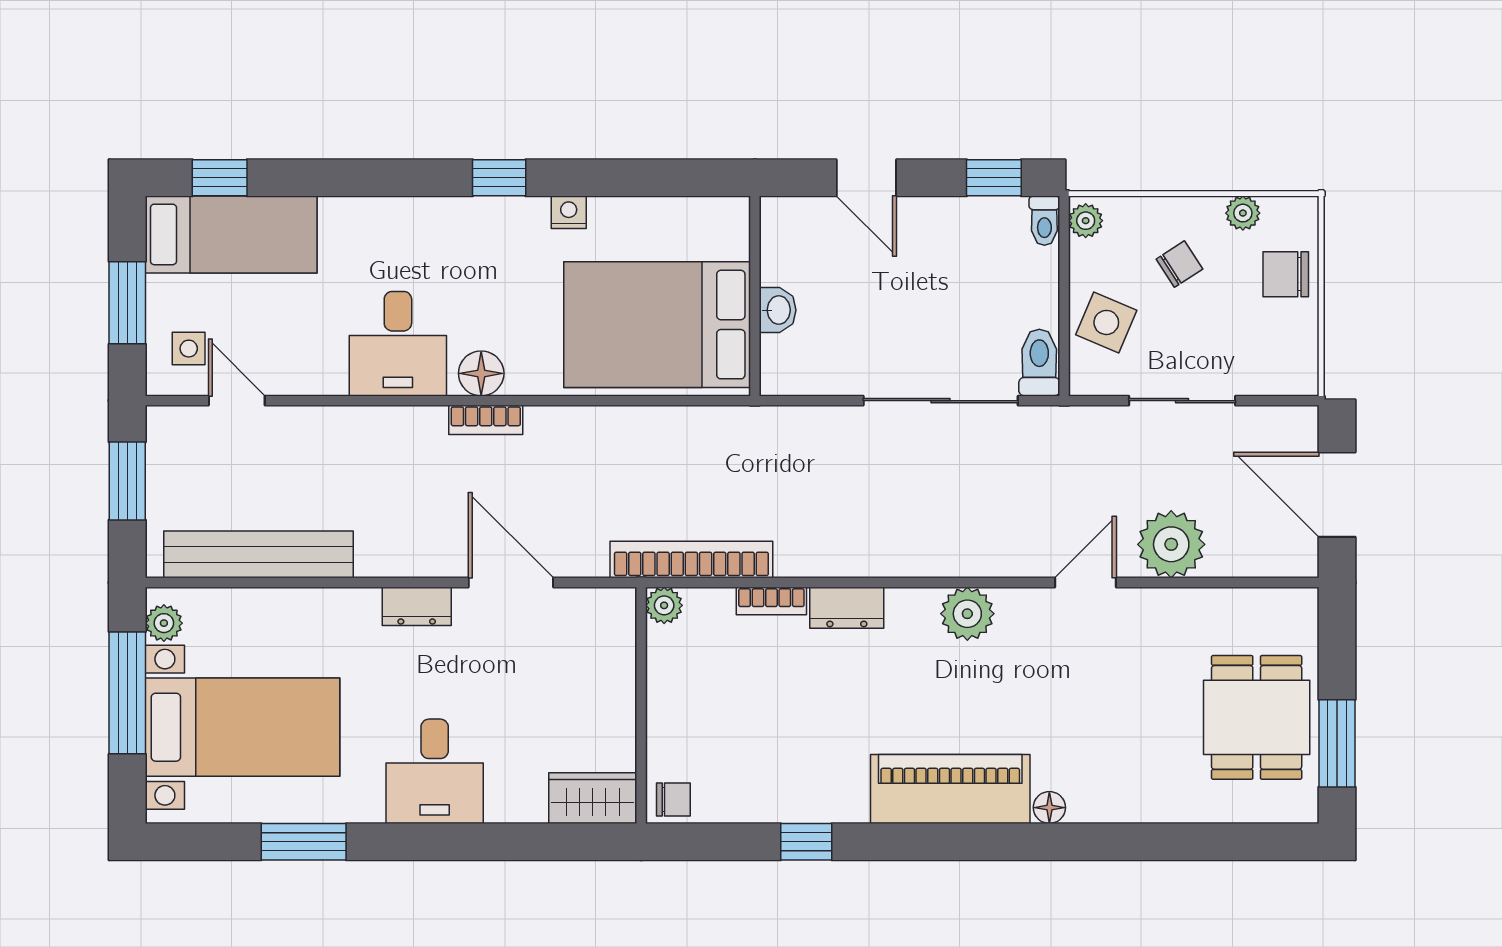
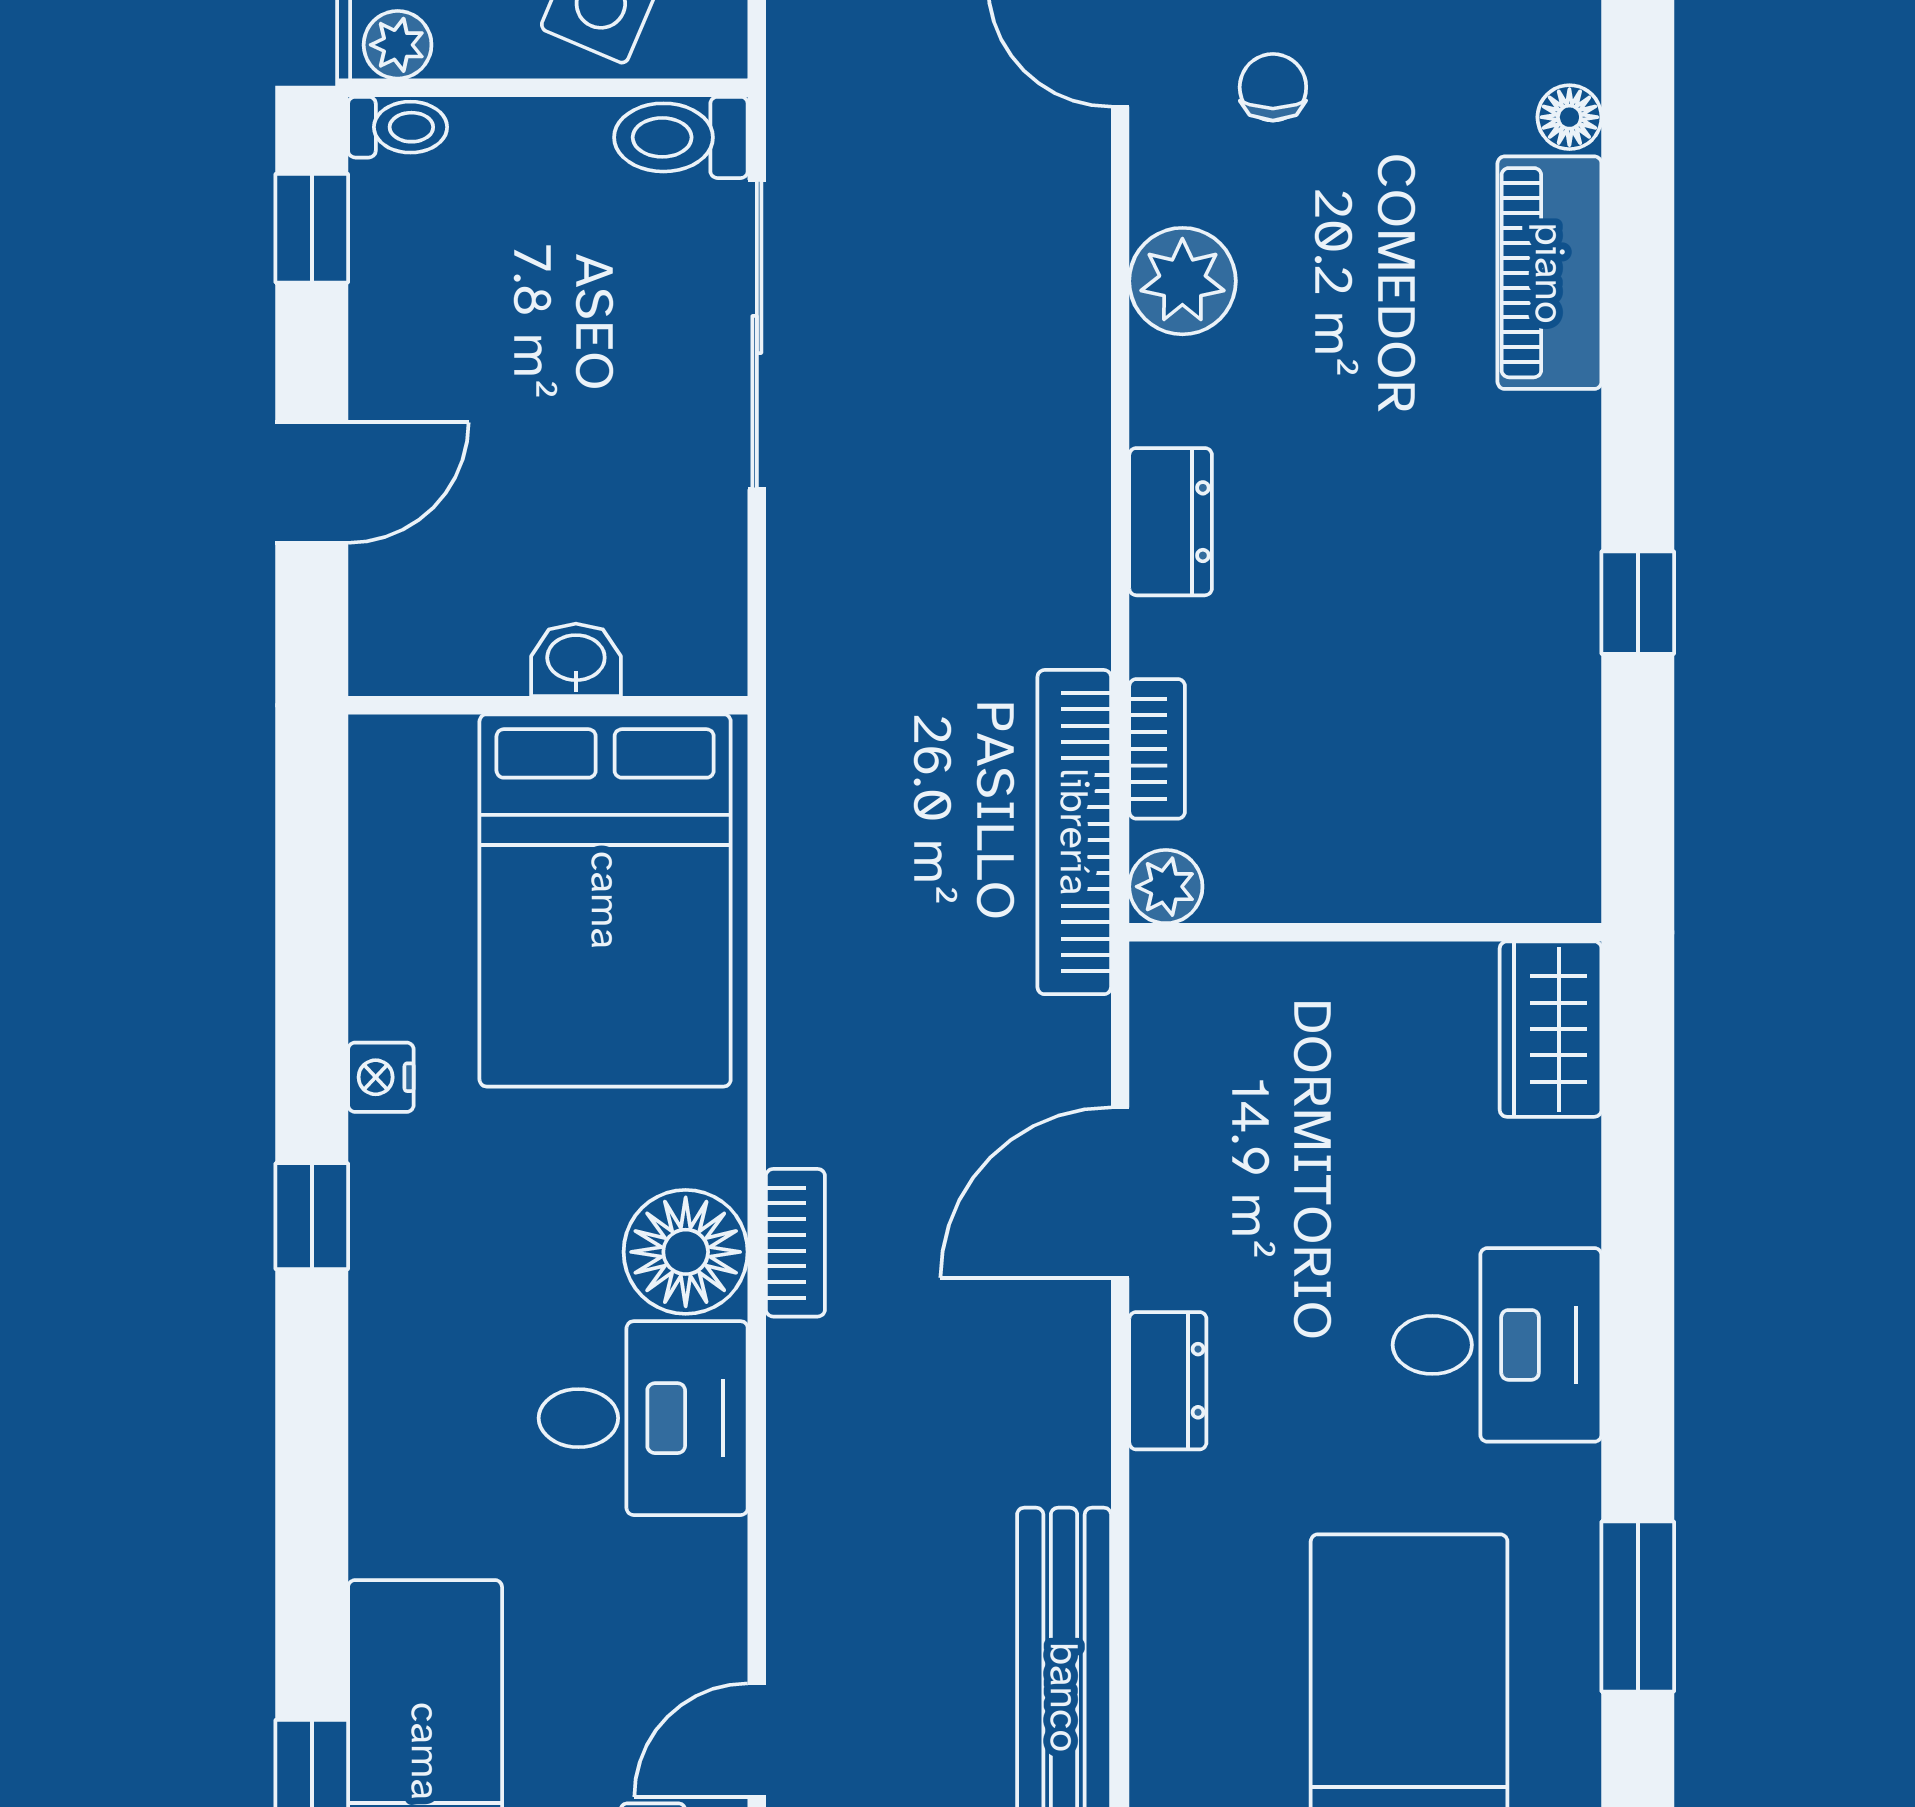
floor lamp: (481, 373) -> (686, 1252), width x1.38, depth x1.38
bookcase: (771, 601) -> (1157, 749), moved
piano: (950, 789) -> (1549, 273), width x0.73, depth x0.75
chair: (673, 800) -> (1273, 87), moved

